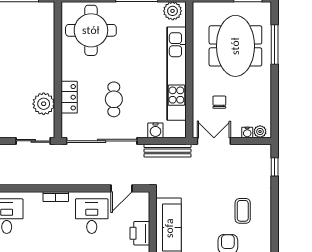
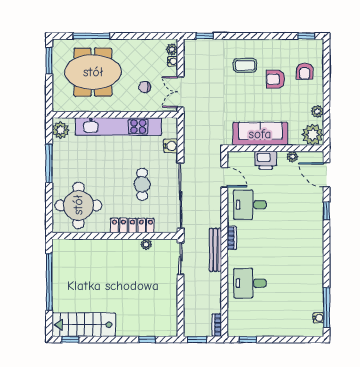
locker: (69, 97) -> (132, 226), width x1.53
cafe table: (114, 99) -> (142, 184), turned 90
plant: (44, 104) -> (146, 244), width x0.53, depth x0.53
bench: (167, 151) -> (215, 250), moved

